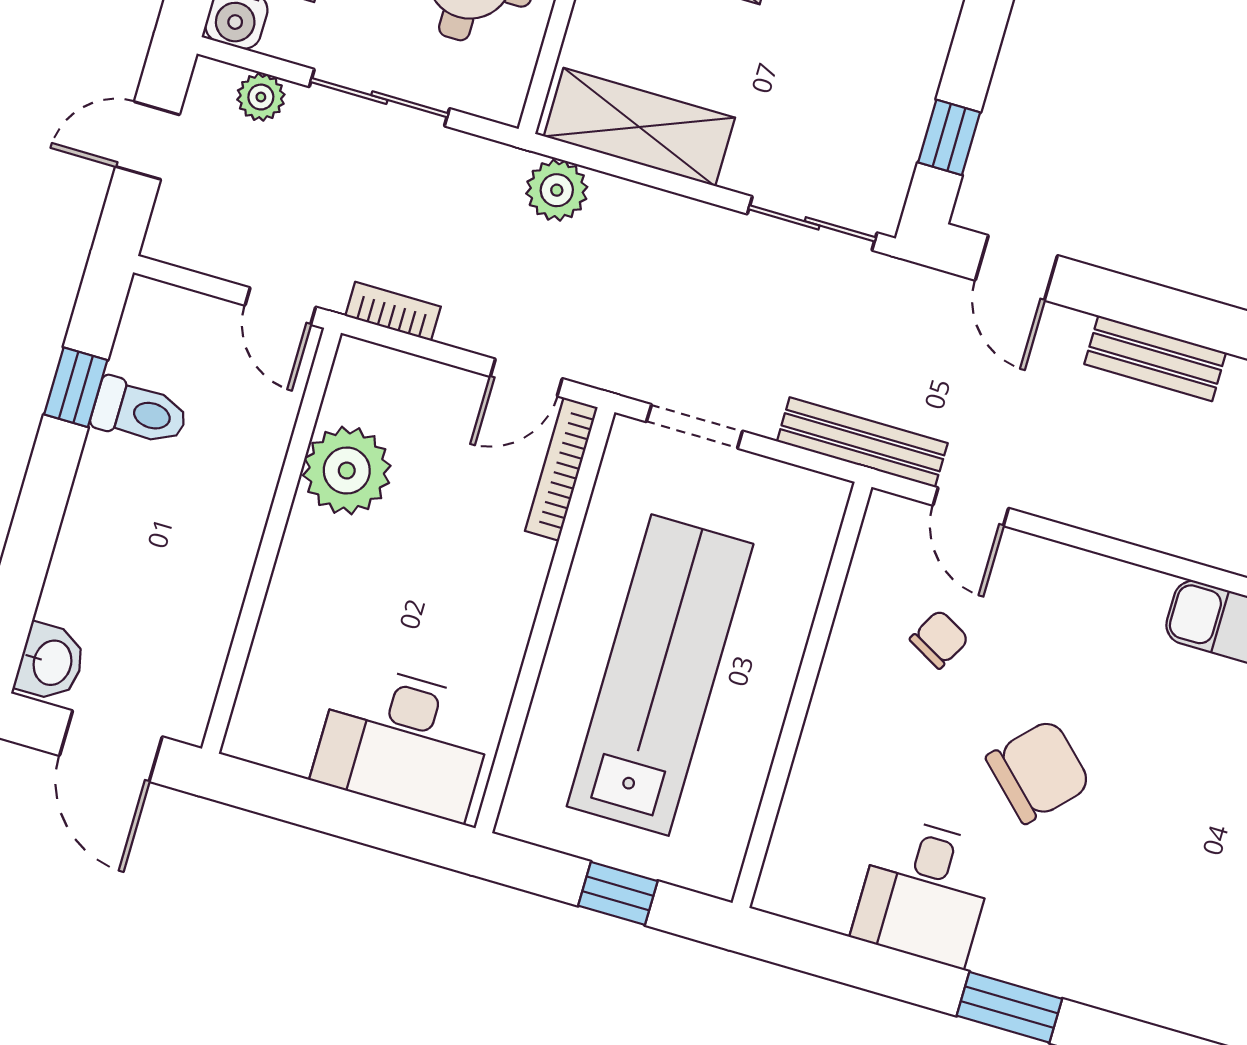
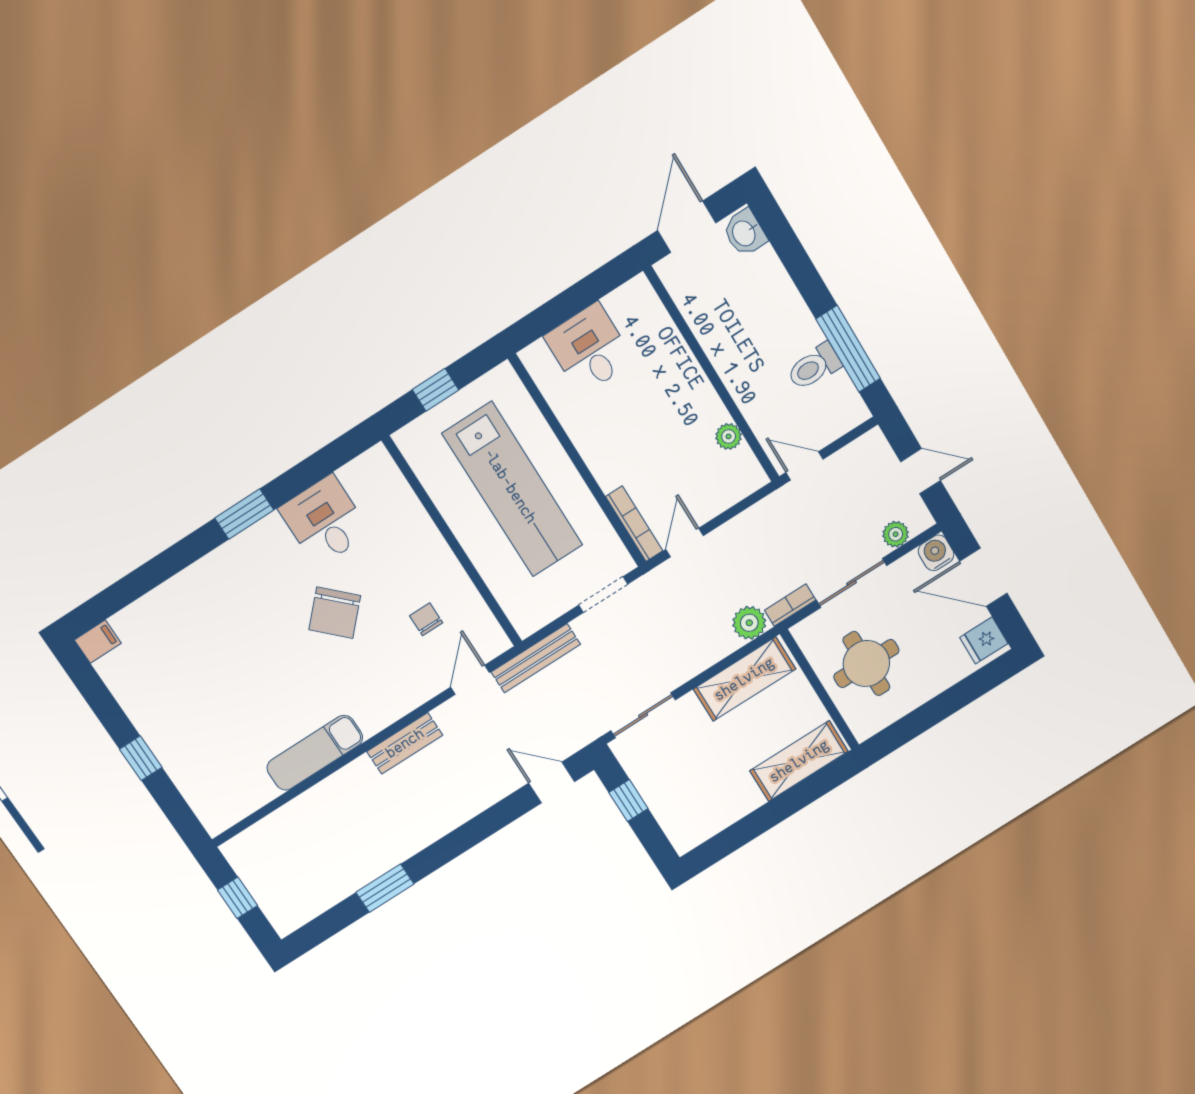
door: (148, 141) -> (921, 471), hinge flipped
bookcase: (393, 311) -> (790, 605), moved, turned 180
bench: (1155, 358) -> (405, 743), moved
window: (76, 387) -> (848, 349), width x2.17
plant: (347, 471) -> (729, 436), width x0.53, depth x0.53
door: (971, 507) -> (470, 680), hinge flipped
chair: (939, 639) -> (426, 619), turned 151
desk: (404, 742) -> (589, 349), width x0.73
door: (111, 746) -> (687, 227), hinge flipped

